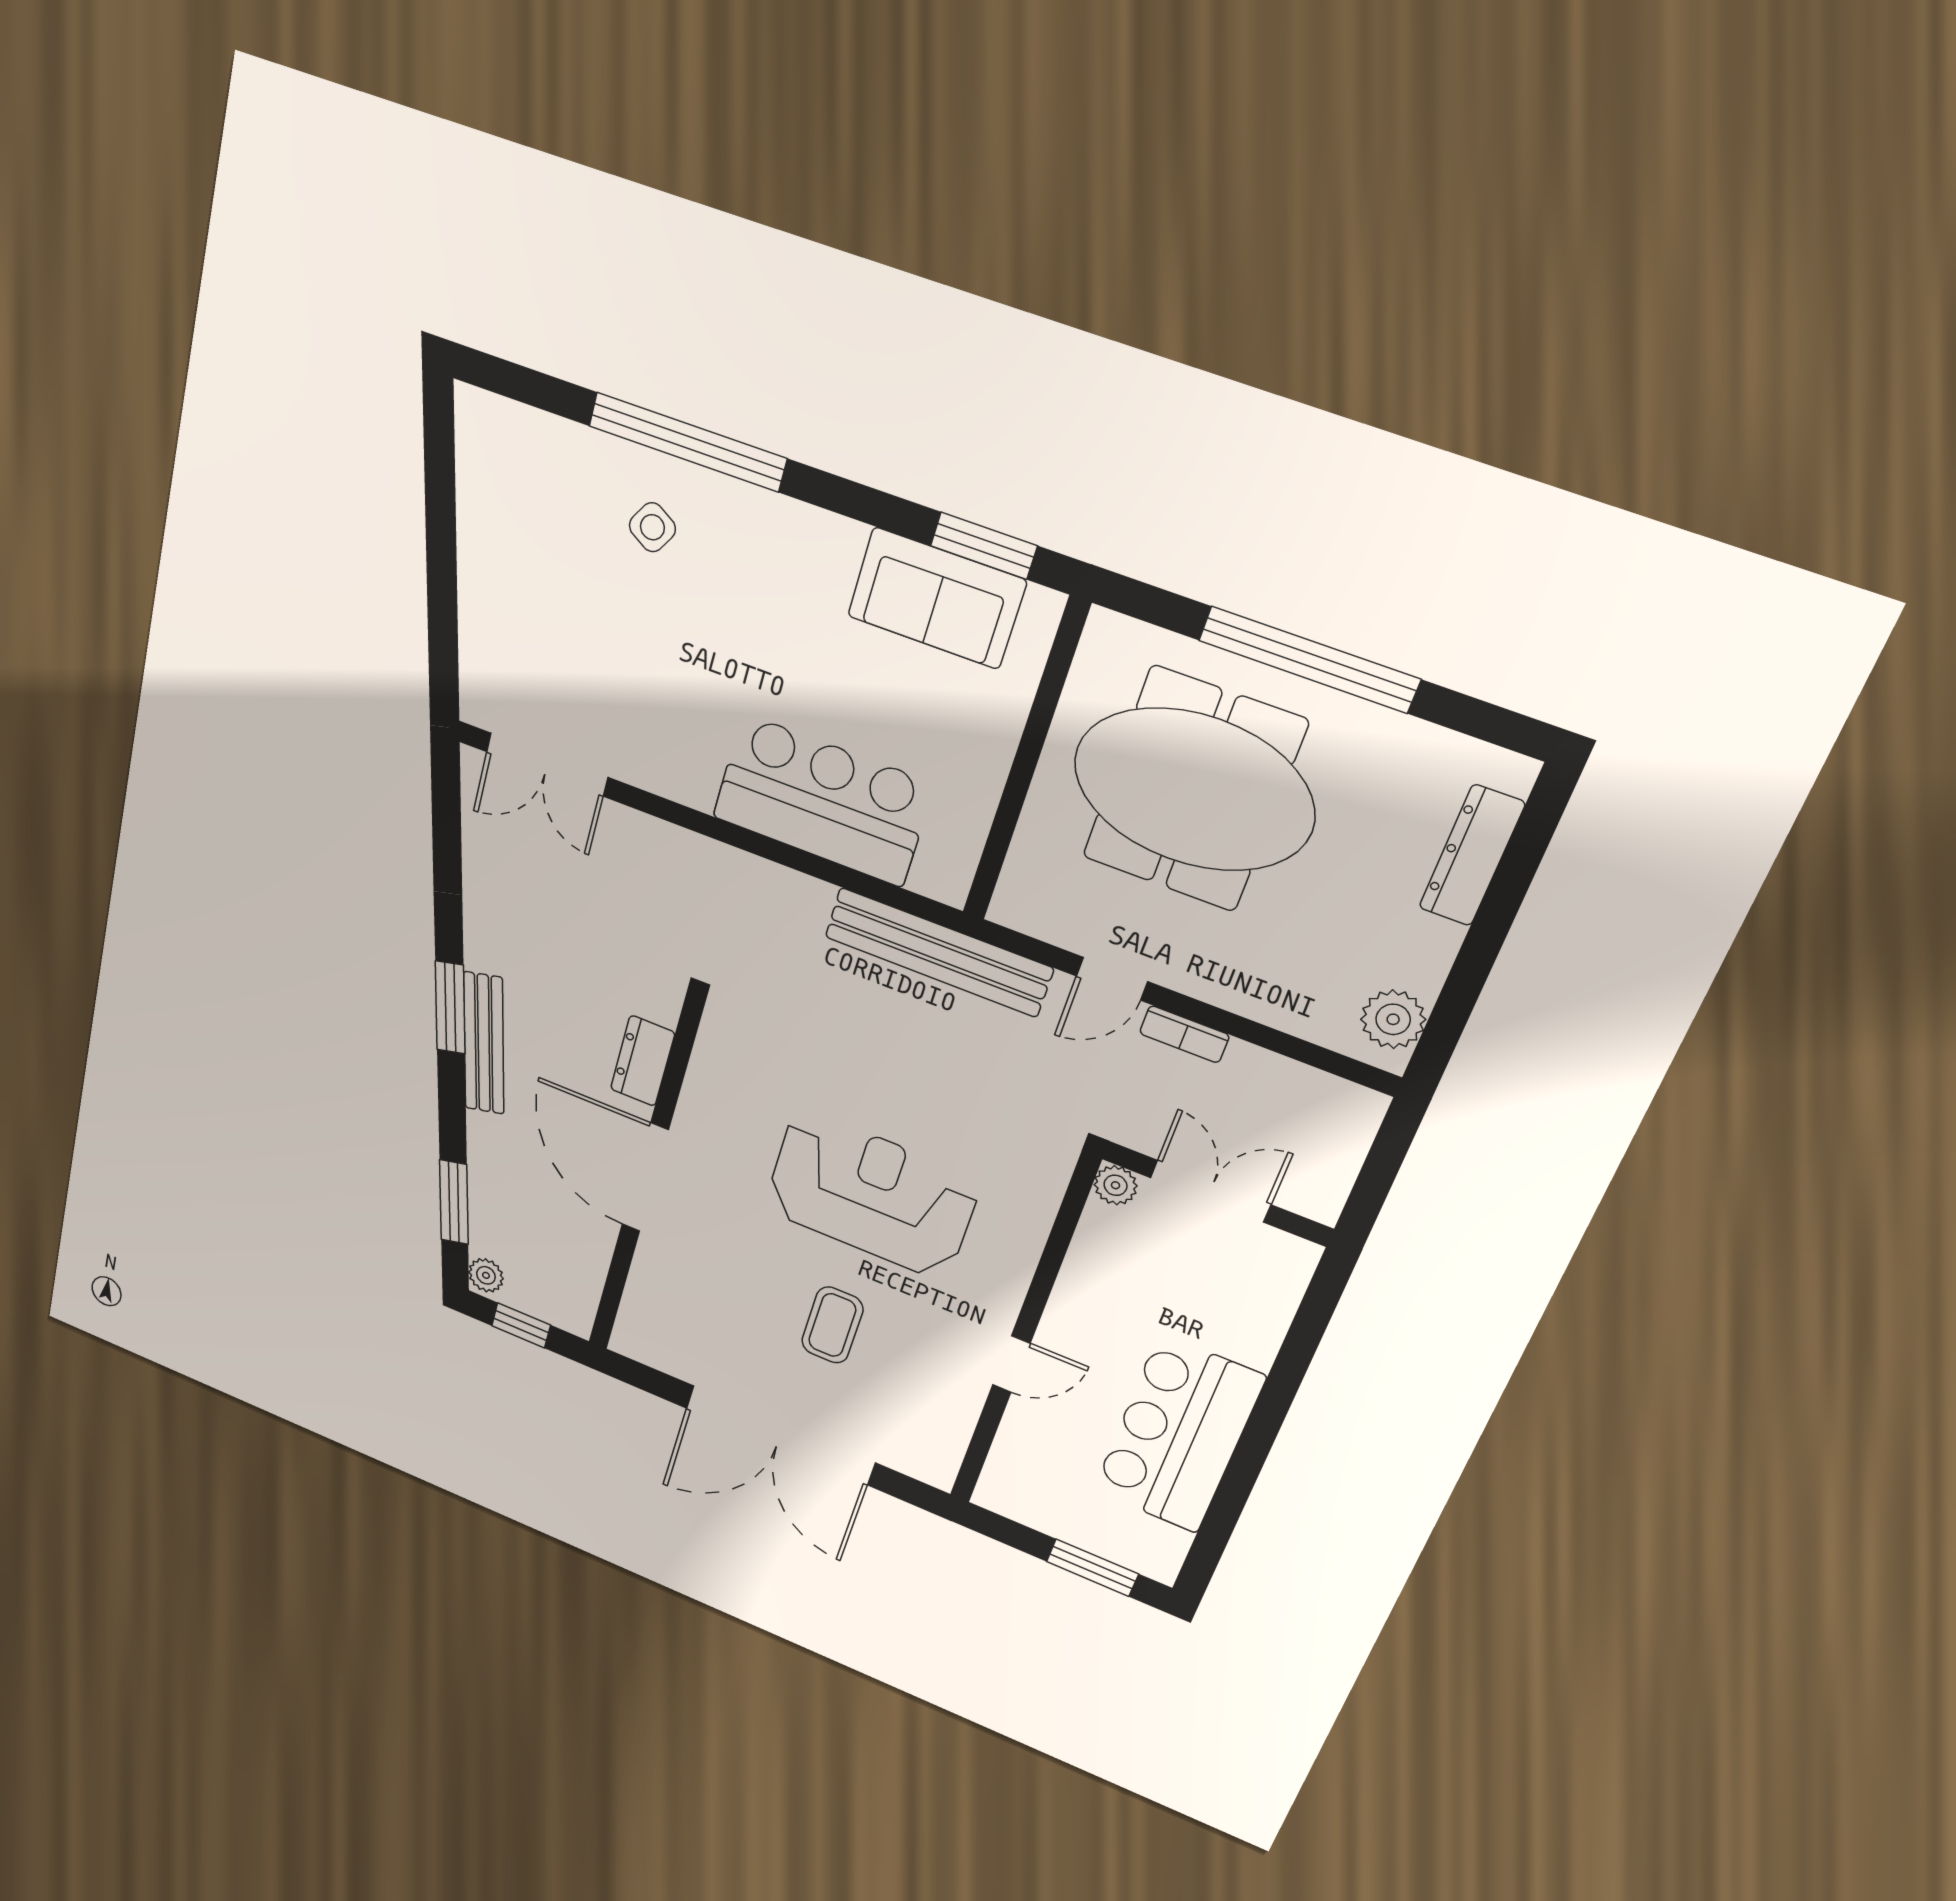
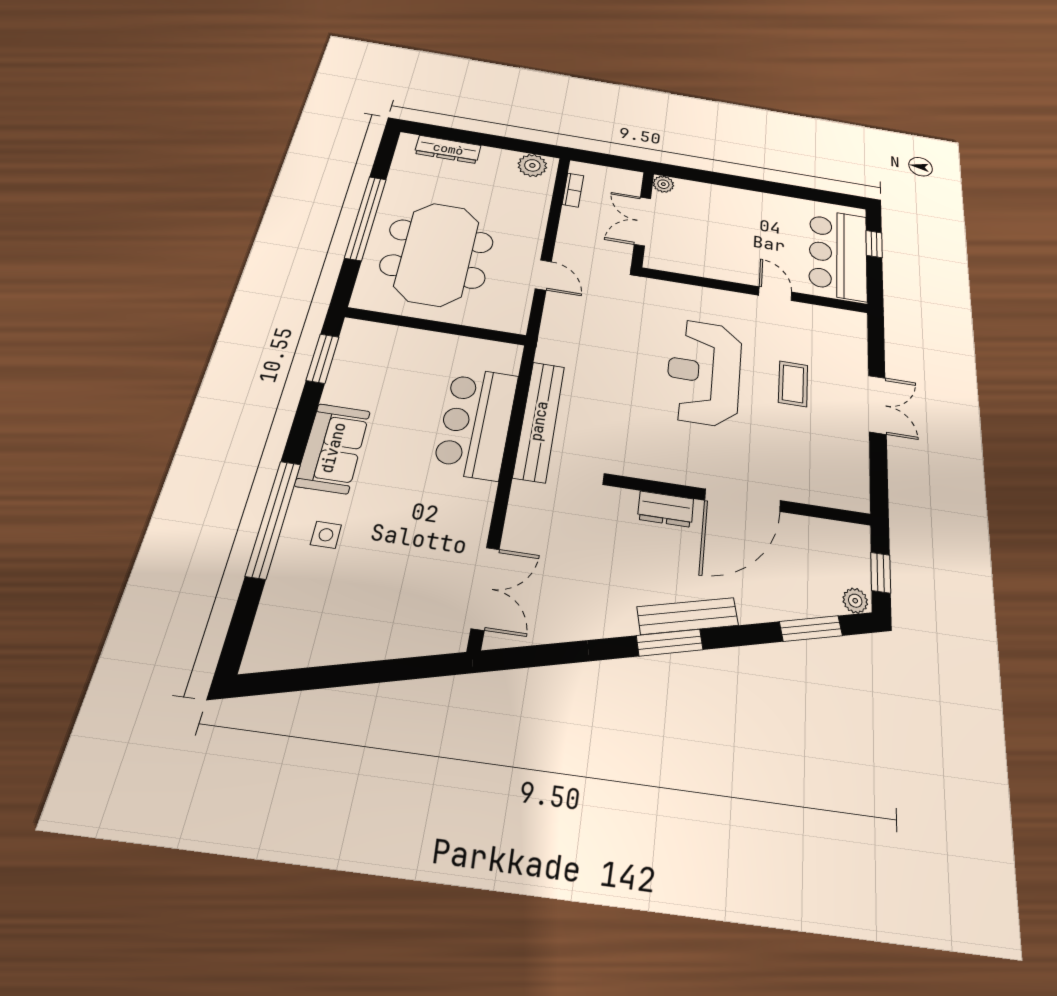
side table: (652, 527) -> (326, 535), turned -31
sofa: (936, 598) -> (333, 448), moved
bench: (938, 952) -> (539, 421), moved
bookcase: (1184, 1034) -> (573, 190), moved
plant: (1116, 1185) -> (663, 184), moved
coffee table: (832, 1325) -> (793, 384), turned 90
bar counter: (1178, 1434) -> (838, 254), moved, turned 90
double door: (780, 1435) -> (877, 405), width x0.54
window: (1092, 1568) -> (874, 244), width x0.67

